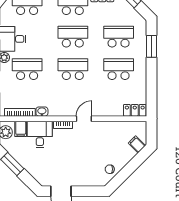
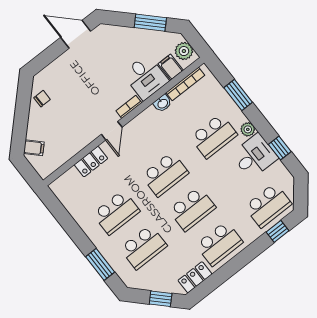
locker: (135, 110) -> (91, 162), moved

